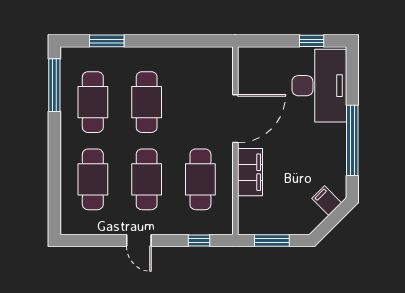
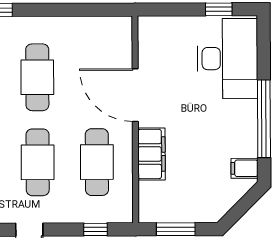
door: (235, 119) -> (135, 95), swing flipped
filing cabinet: (327, 201) -> (244, 168), moved, turned -45

